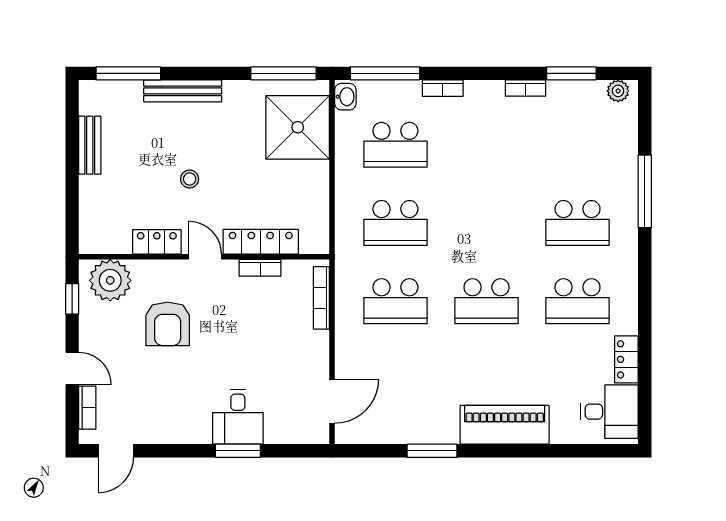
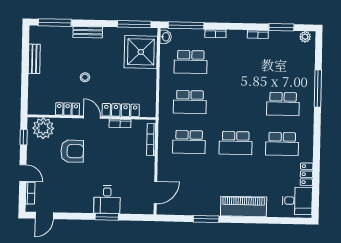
bench: (183, 91) -> (88, 32), width x0.73
armchair: (168, 324) -> (72, 151), turned -90

